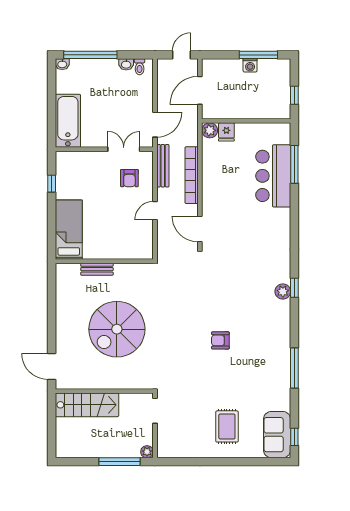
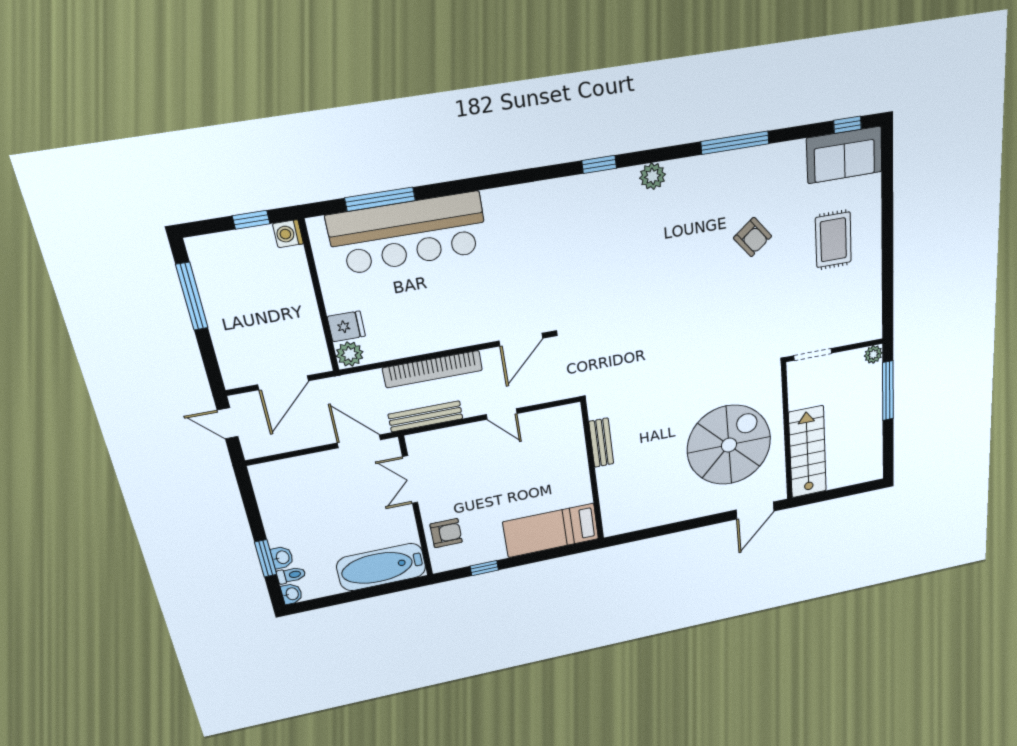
window: (90, 55) -> (266, 558), width x0.47
washbasin: (126, 64) -> (282, 557), moved
washing machine: (250, 65) -> (288, 234), moved, turned 180
toilet: (140, 67) -> (291, 575), moved
door: (200, 90) -> (283, 383), hinge flipped
bar counter: (273, 176) -> (408, 233), width x1.36
armchair: (129, 178) -> (446, 533), moved
bench: (97, 269) -> (601, 443), moved
plant: (283, 291) -> (653, 176), moved
spiral stairs: (117, 329) -> (729, 445), moved, turned -90
armchair: (220, 340) -> (753, 237), moved, turned -38
rug: (227, 426) -> (833, 240), turned 90

